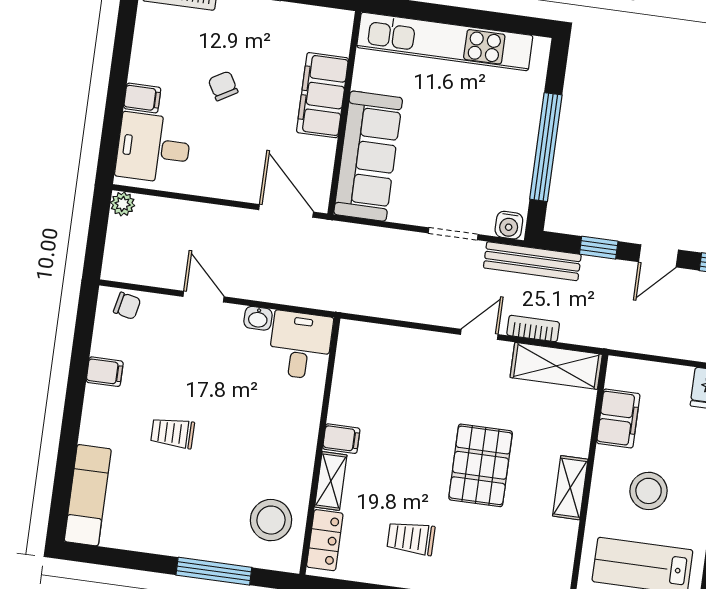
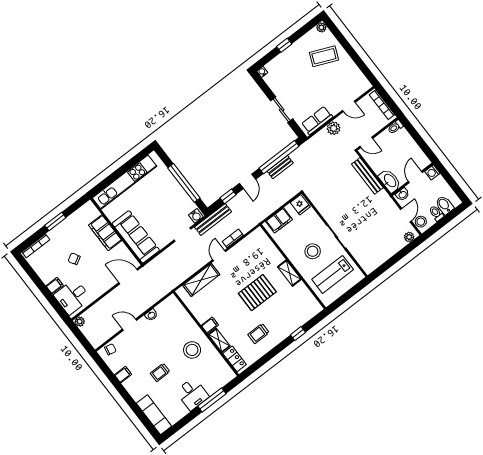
desk: (300, 345) -> (192, 394), moved, turned 180
shelving: (556, 366) -> (201, 280), moved
filing cabinet: (618, 418) -> (279, 220), moved, turned 90
pallet: (481, 465) -> (257, 293), turned 90
stool: (271, 520) -> (192, 350), moved

